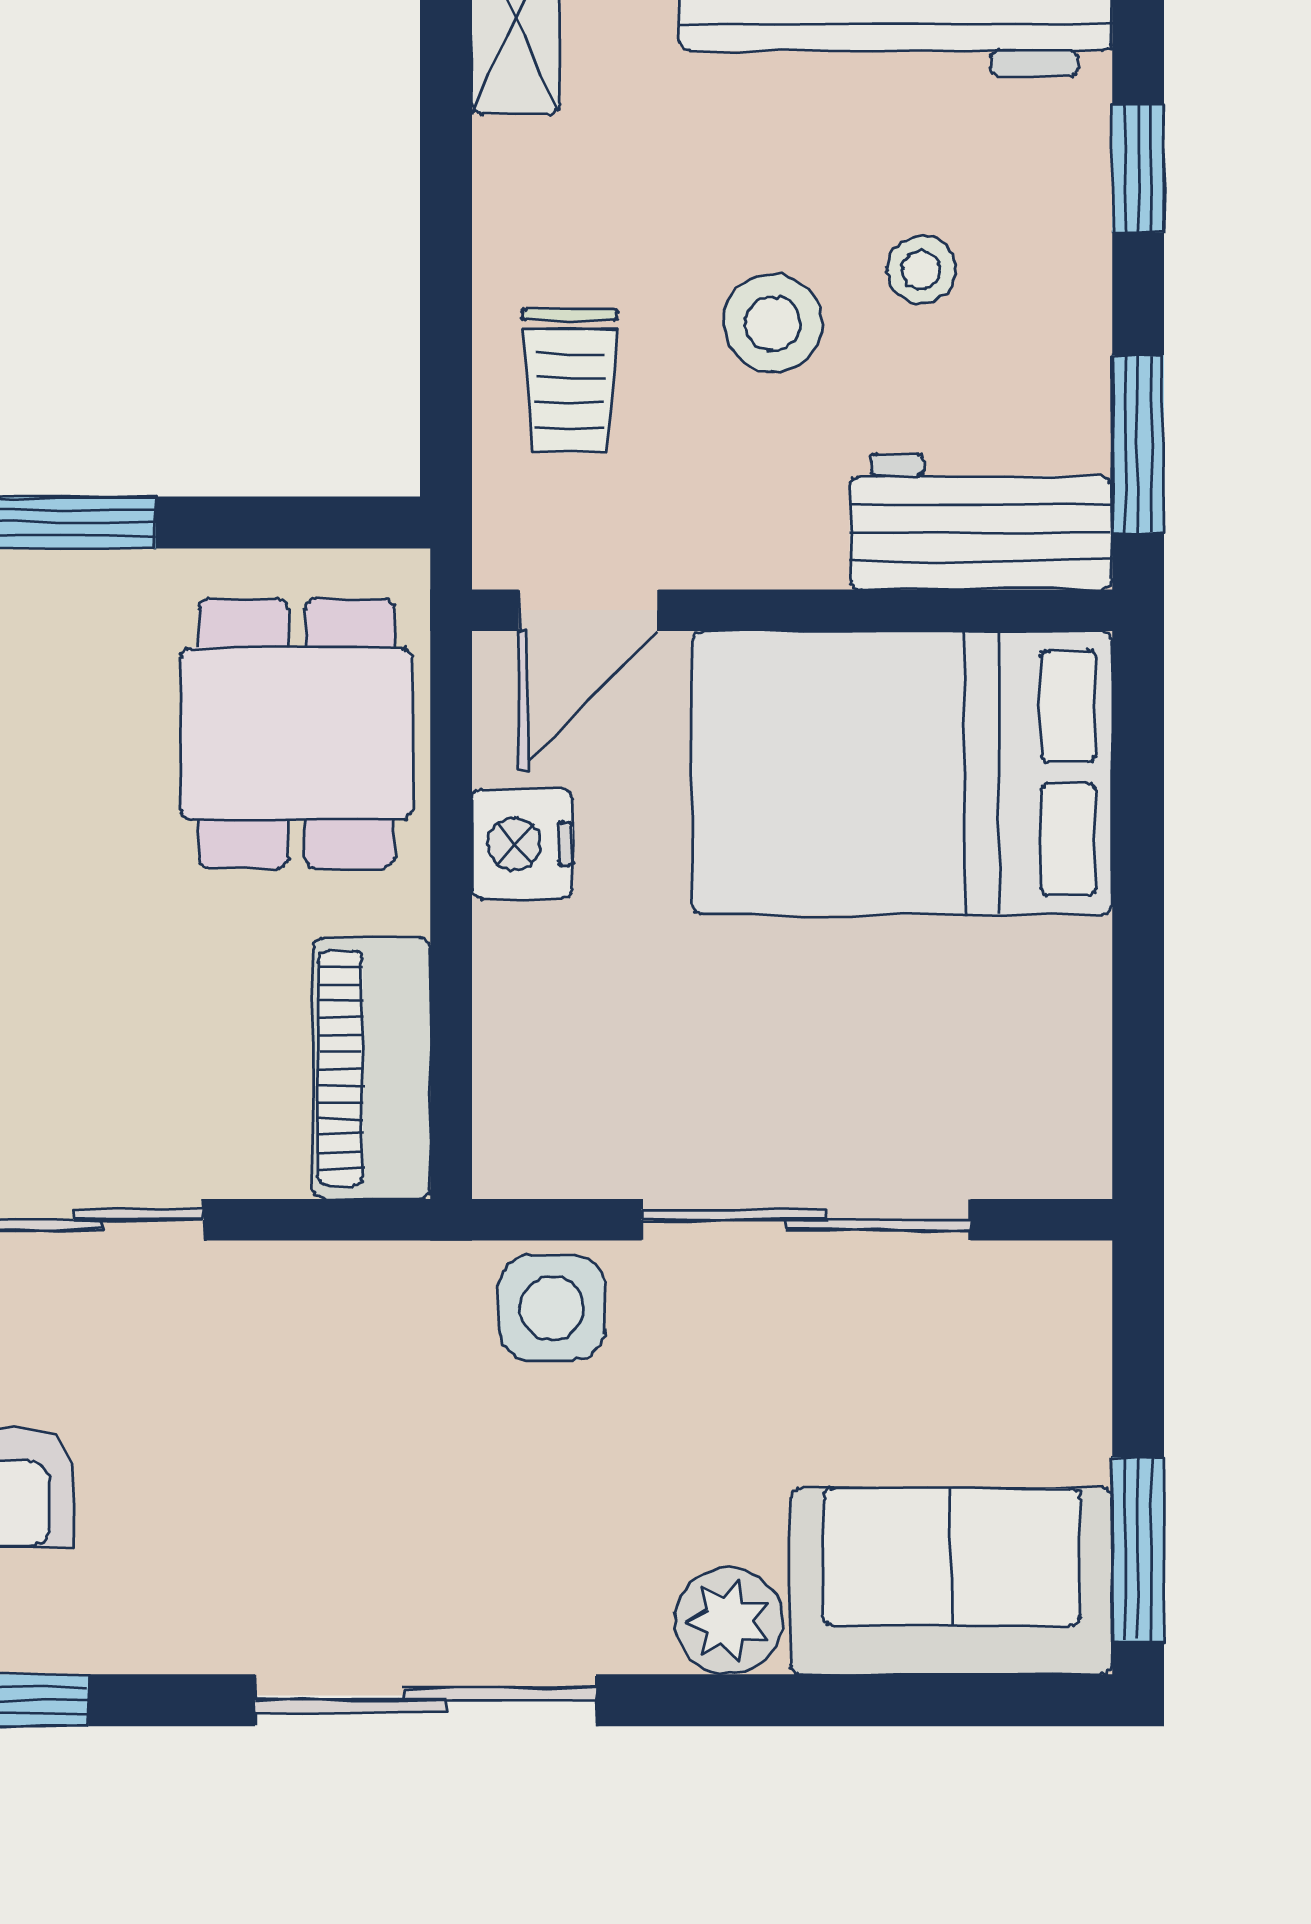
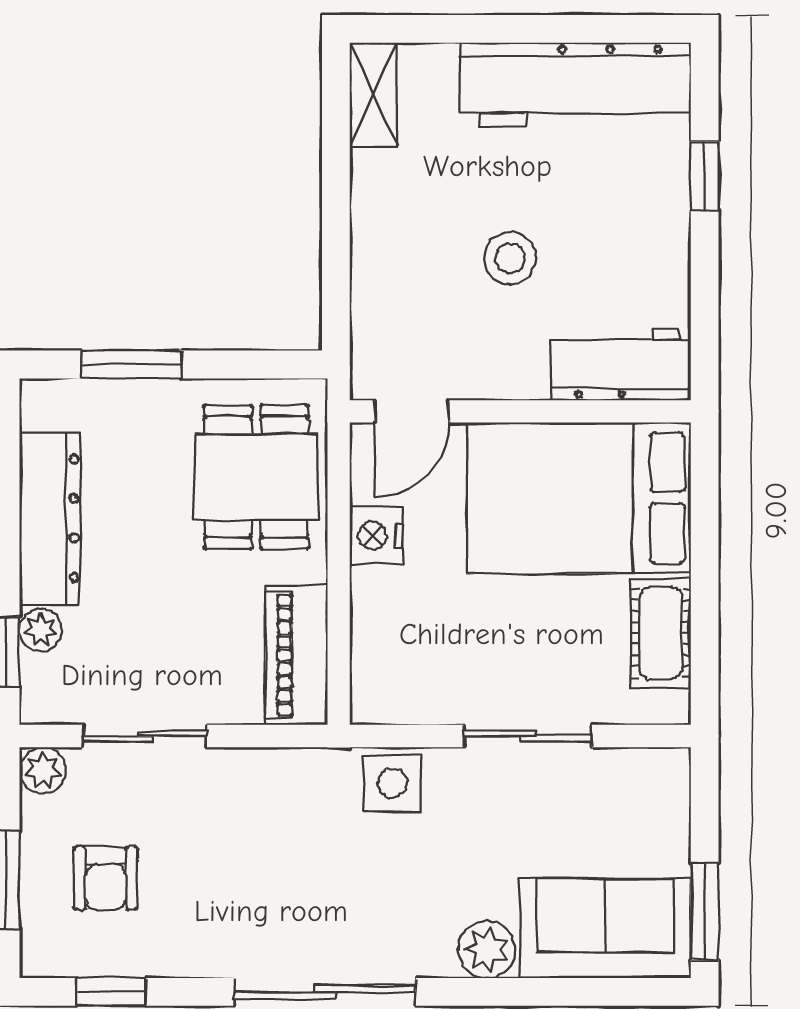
stool: (921, 270) -> (589, 230), removed
trolley: (570, 380) -> (402, 289), removed
window: (1138, 444) -> (705, 323), removed
cot: (1056, 1027) -> (661, 633), added
sliding door: (806, 1220) -> (528, 736), width x0.73

